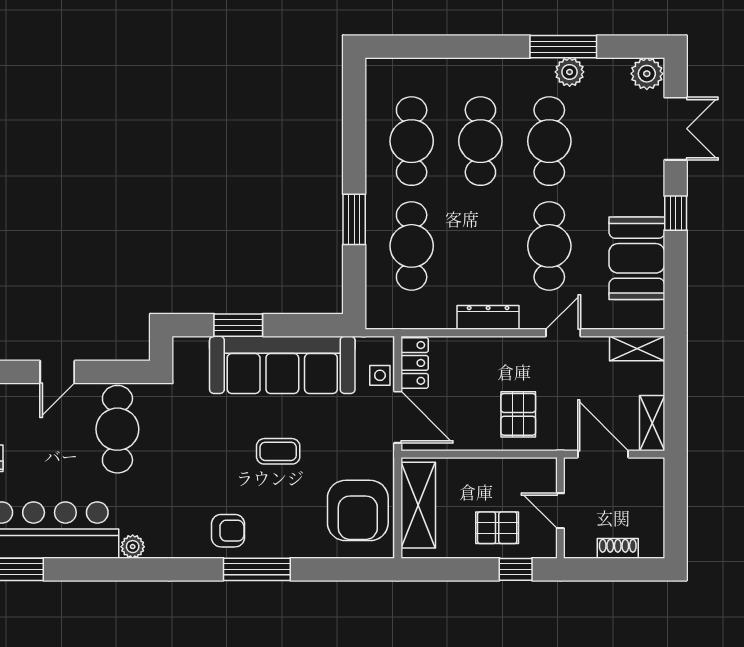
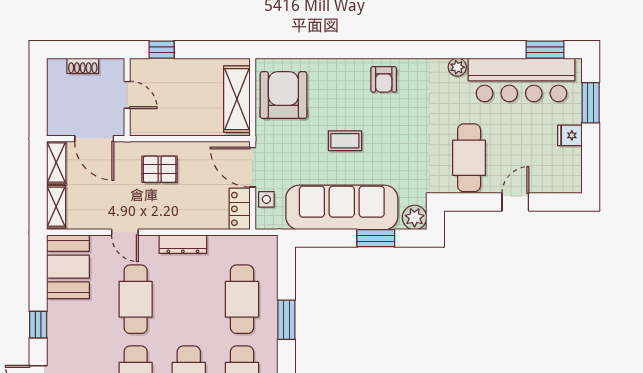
booth: (637, 258) -> (68, 267), moved
door: (563, 333) -> (125, 232), hinge flipped
shelving: (637, 348) -> (56, 207), moved, turned 90
plant: (188, 352) -> (415, 217), added
pallet: (518, 414) -> (160, 169), turned 90
pallet: (497, 528) -> (176, 82), removed
armchair: (228, 531) -> (384, 79), turned -90
window: (257, 569) -> (361, 50), removed

